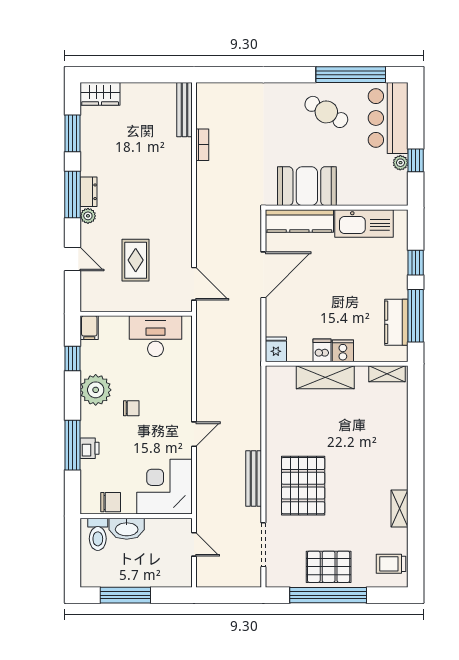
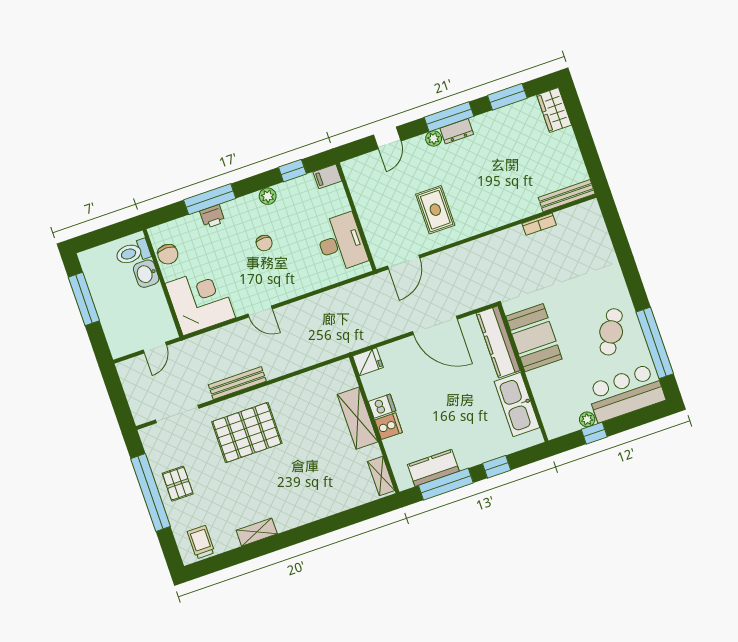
rug: (136, 260) -> (435, 210), moved, turned 90
plant: (96, 390) -> (268, 196), width x0.53, depth x0.53
washbasin: (127, 529) -> (146, 274), width x0.72
pallet: (329, 567) -> (178, 484), width x0.67, depth x0.71

